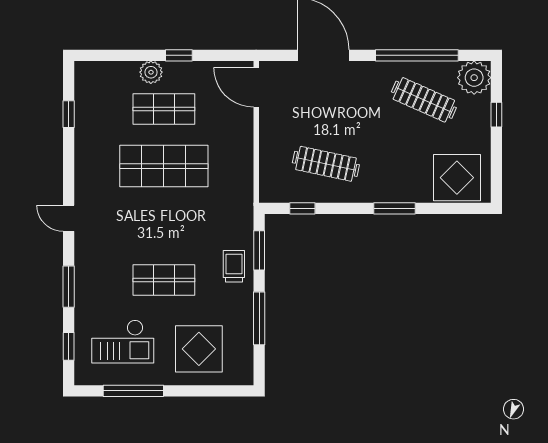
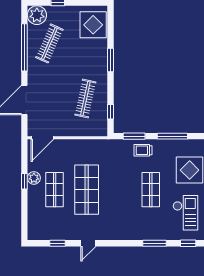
plant: (151, 72) -> (34, 178), moved
door: (69, 218) -> (88, 243), moved

